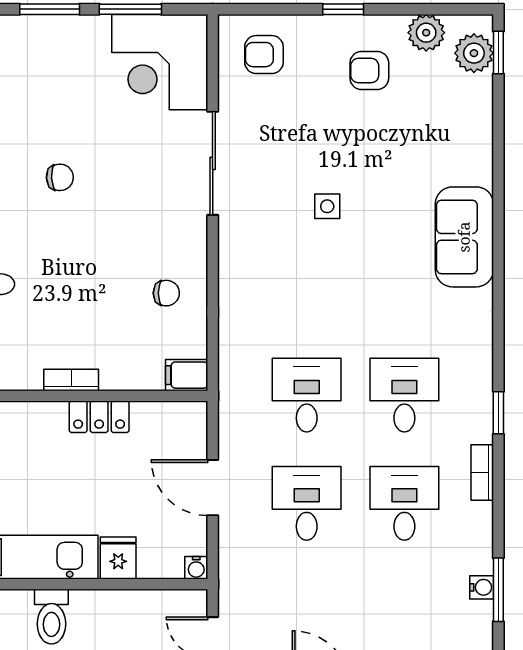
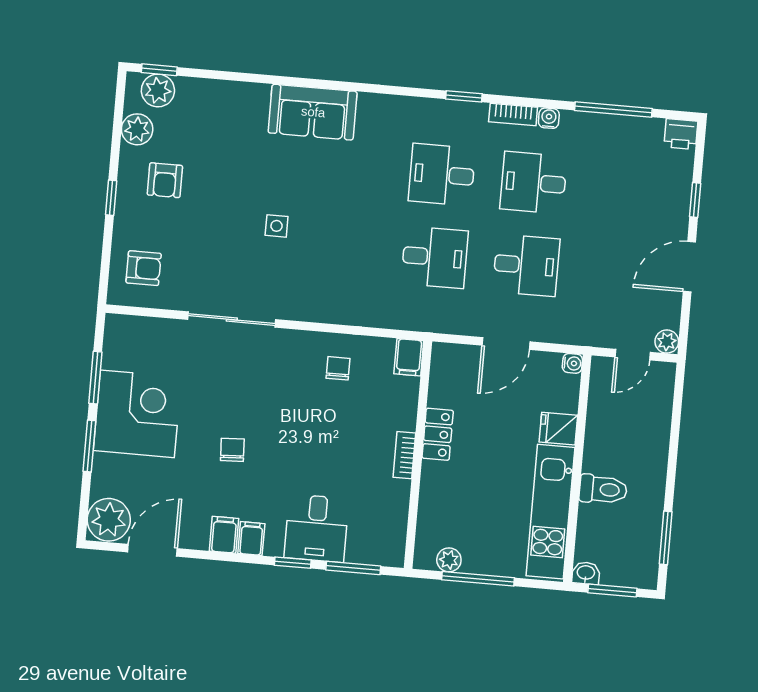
armchair: (264, 55) -> (144, 268), turned -90
corner desk: (160, 62) -> (137, 414), moved, turned -90
desk: (307, 395) -> (435, 257), turned 180
desk: (307, 503) -> (526, 265), turned 180
water cooler: (482, 587) -> (549, 118), moved
window: (498, 590) -> (613, 109), width x1.44

